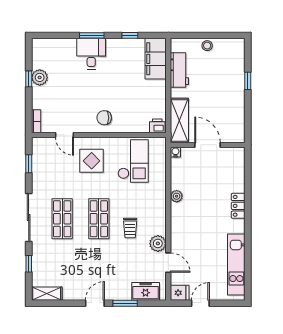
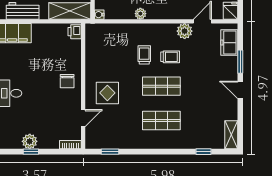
checkout: (133, 161) -> (108, 54), removed
trolley: (132, 200) -> (144, 55), added
sliding door: (29, 217) -> (160, 152), removed

